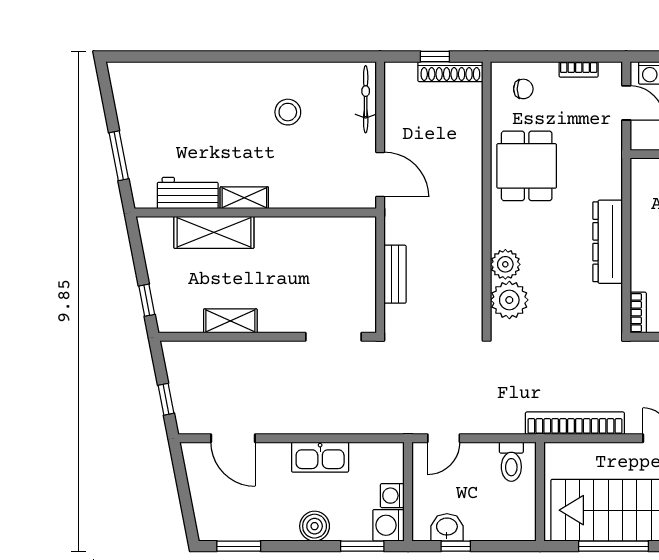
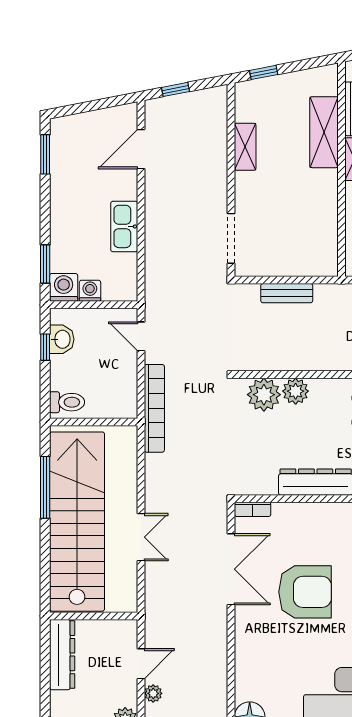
bookcase: (575, 423) -> (154, 408), moved
toilet: (511, 462) -> (67, 402), moved, turned 180
boiler: (315, 526) -> (63, 222), removed

